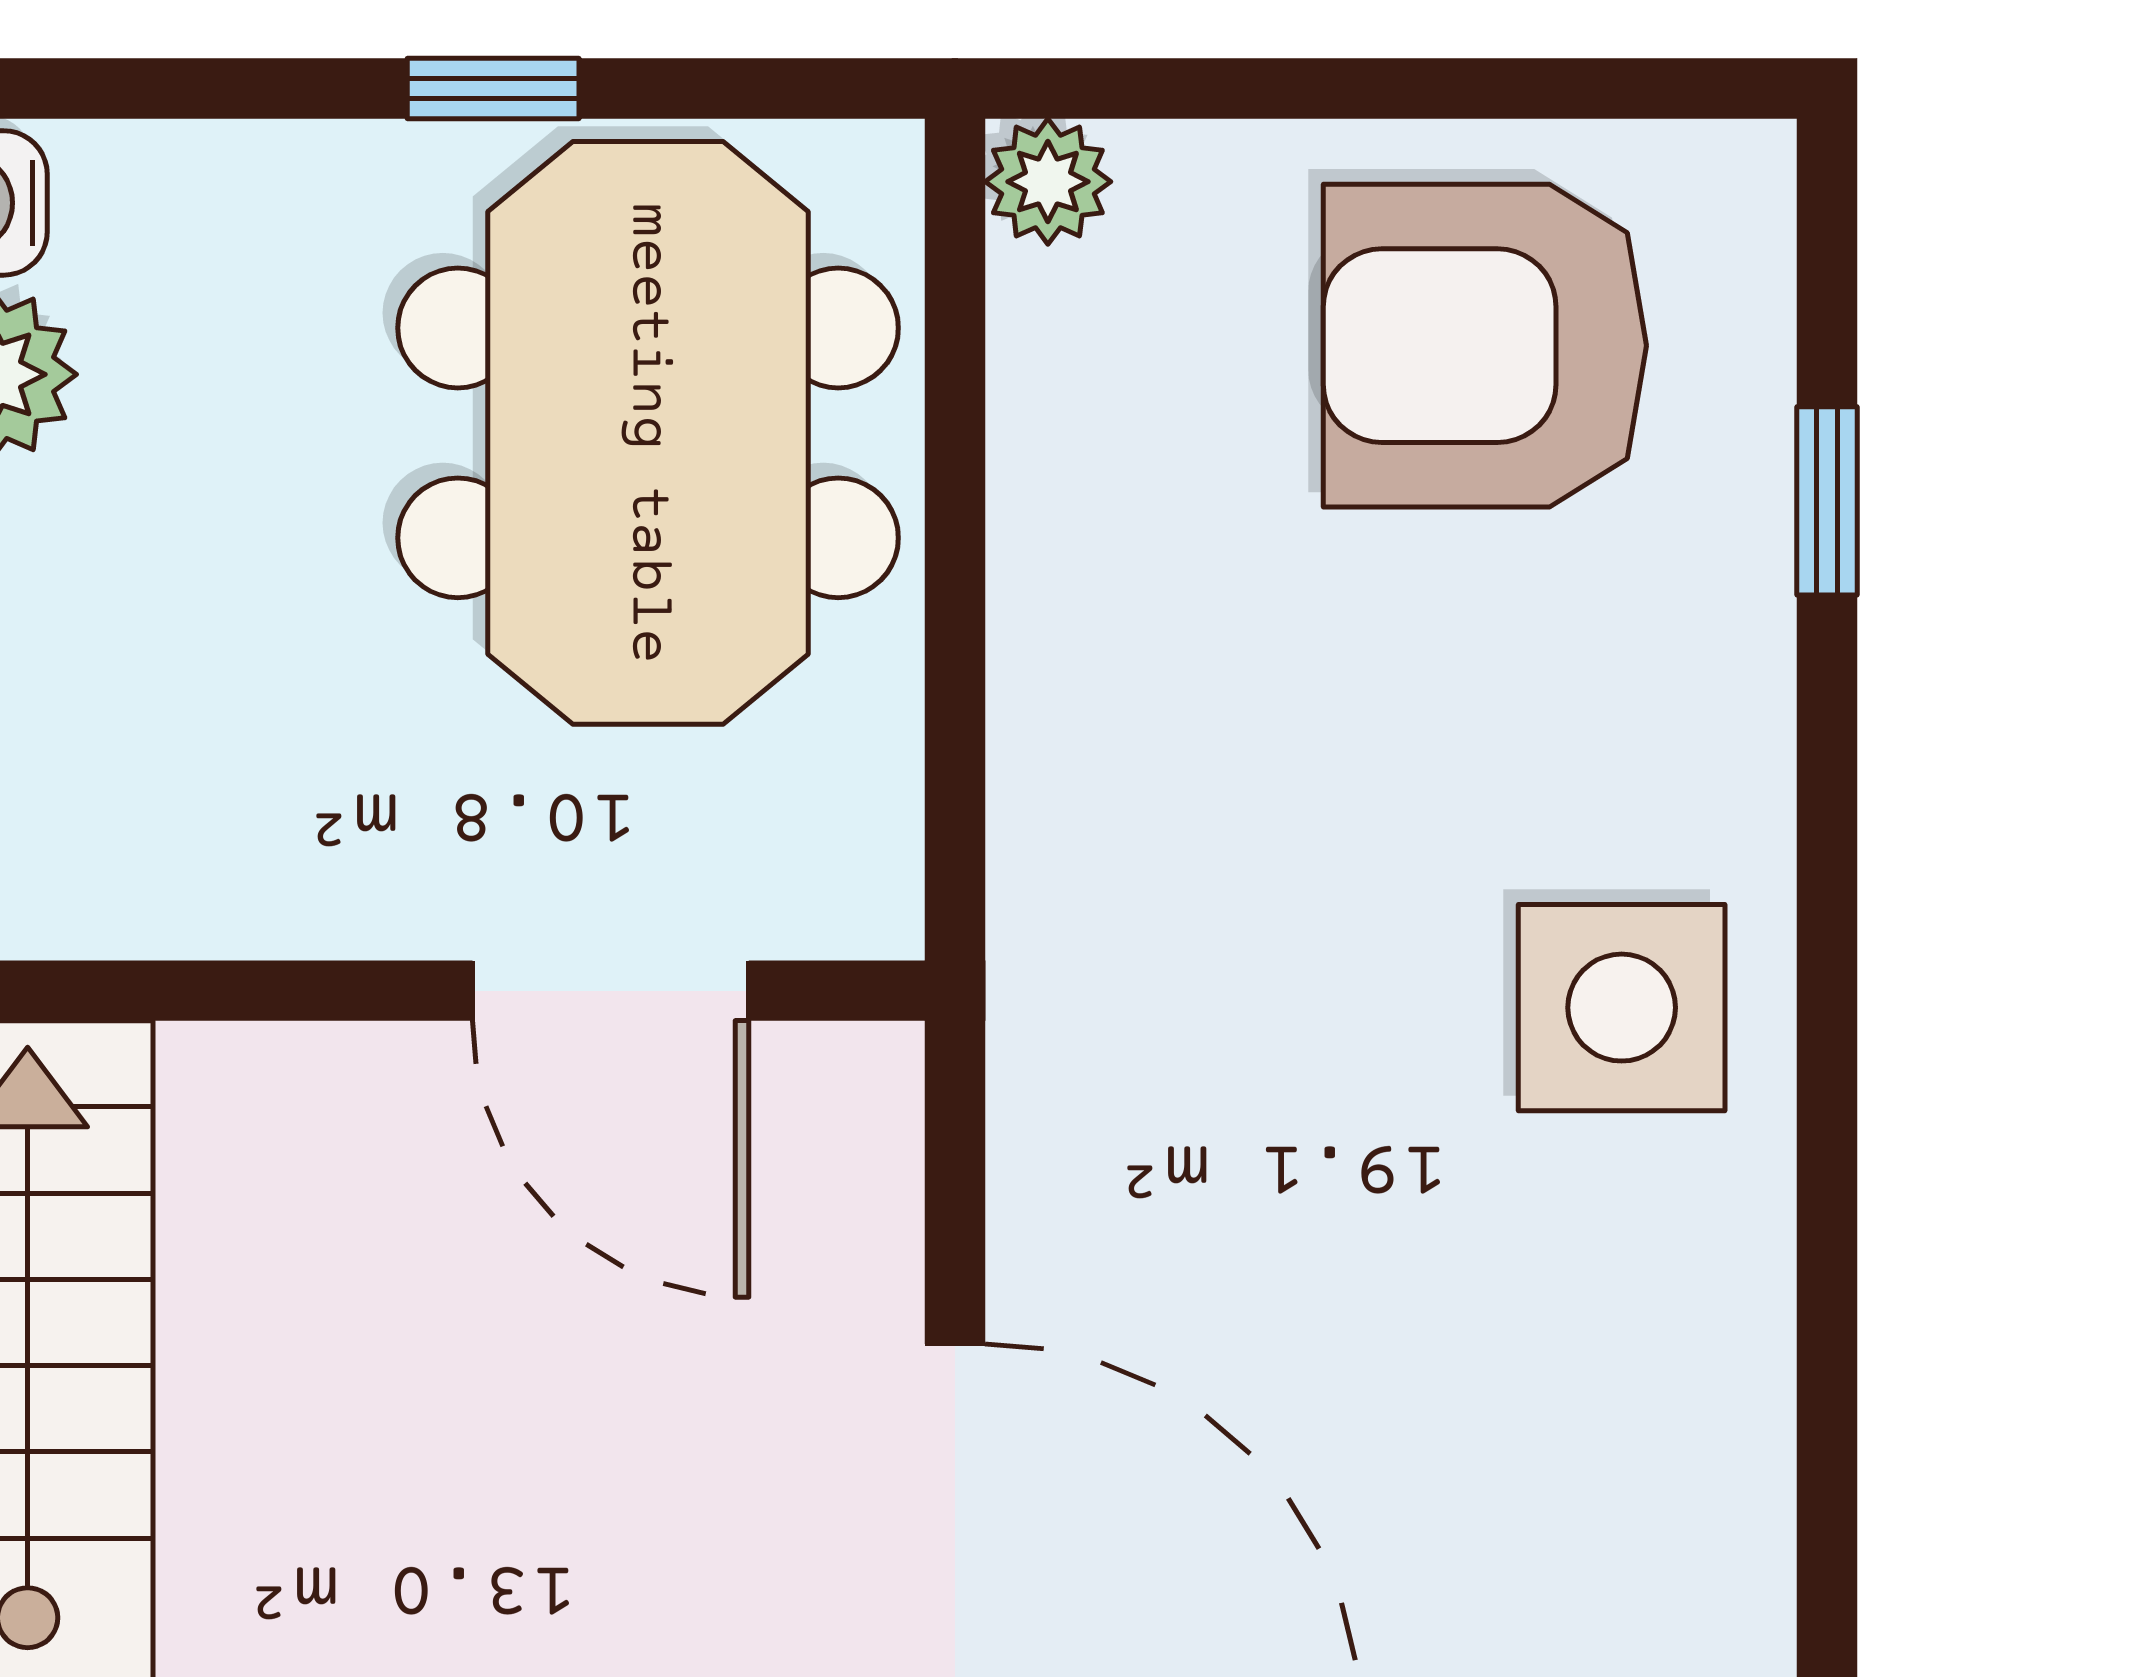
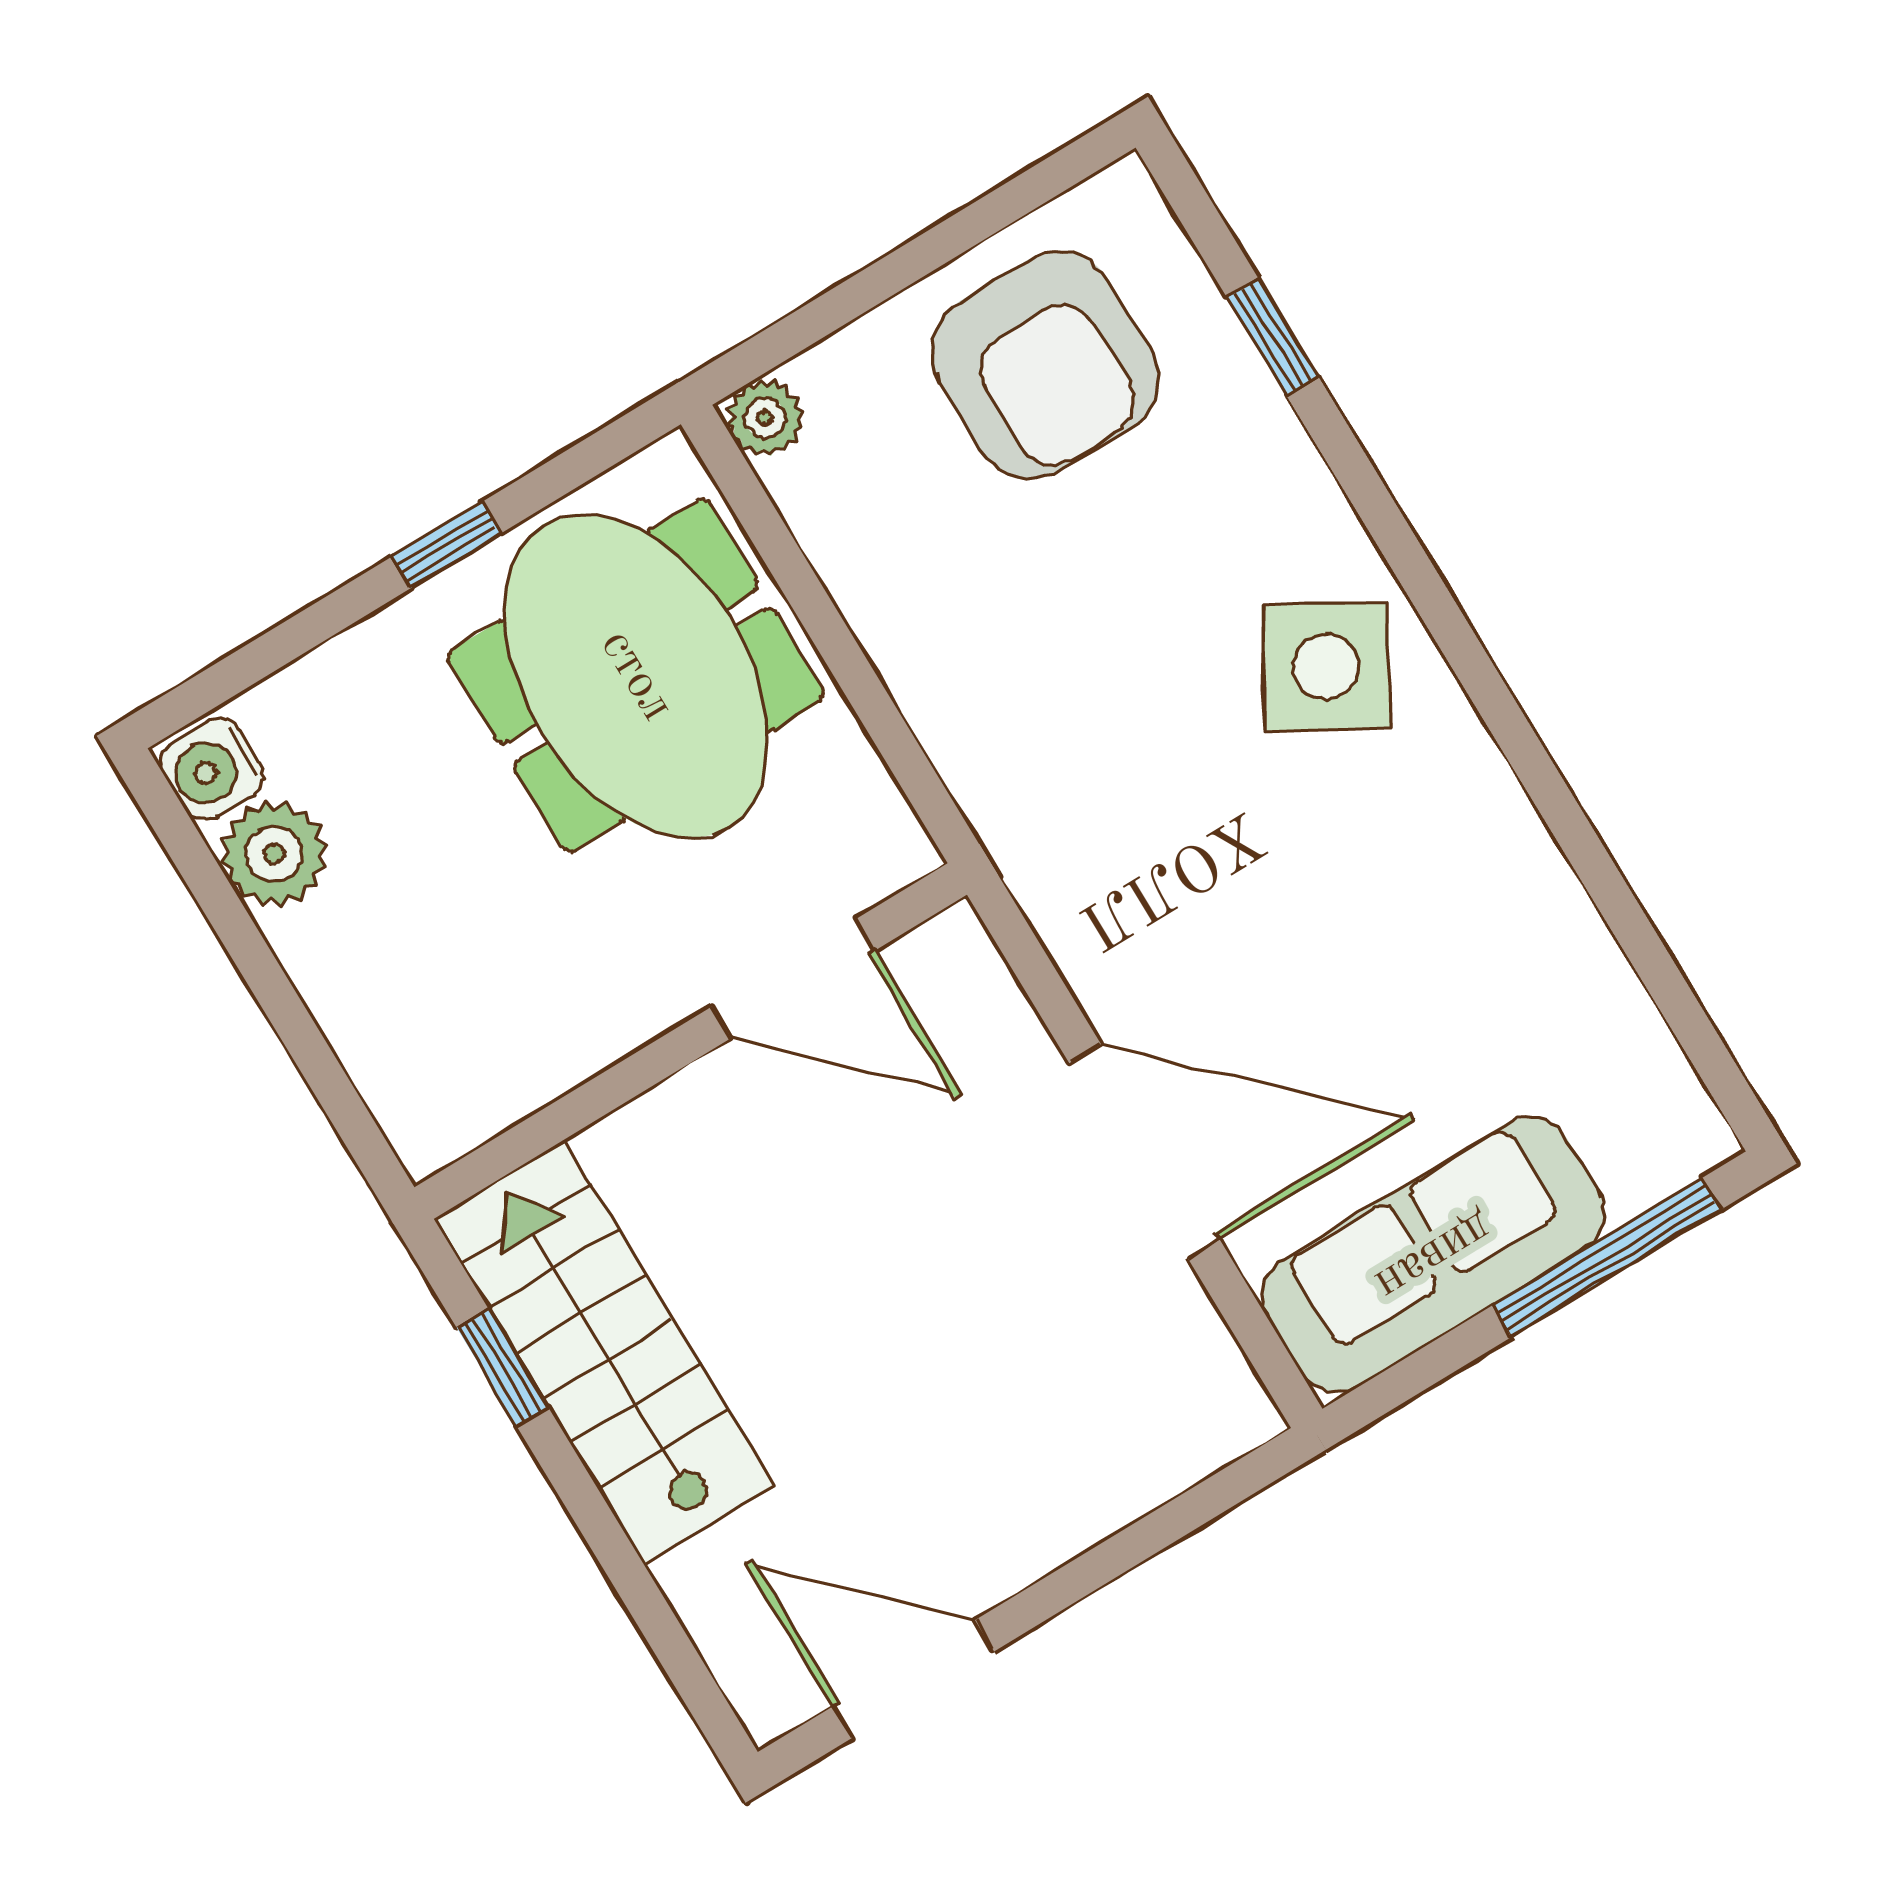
armchair: (1485, 346) -> (1045, 365), turned -90
side table: (1622, 1008) -> (1326, 667), turned 30

